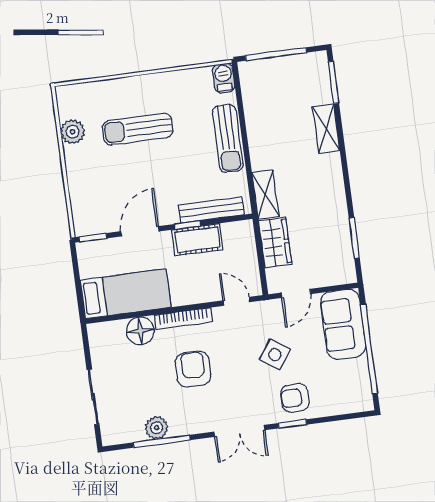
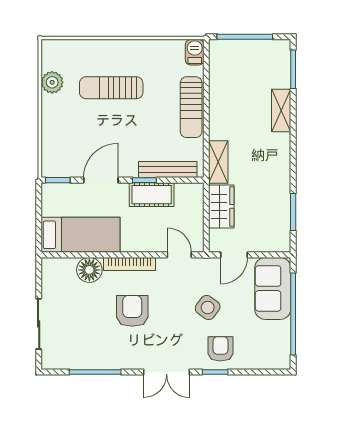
armchair: (295, 398) -> (220, 349), turned 90
plant: (157, 428) -> (92, 359), removed

